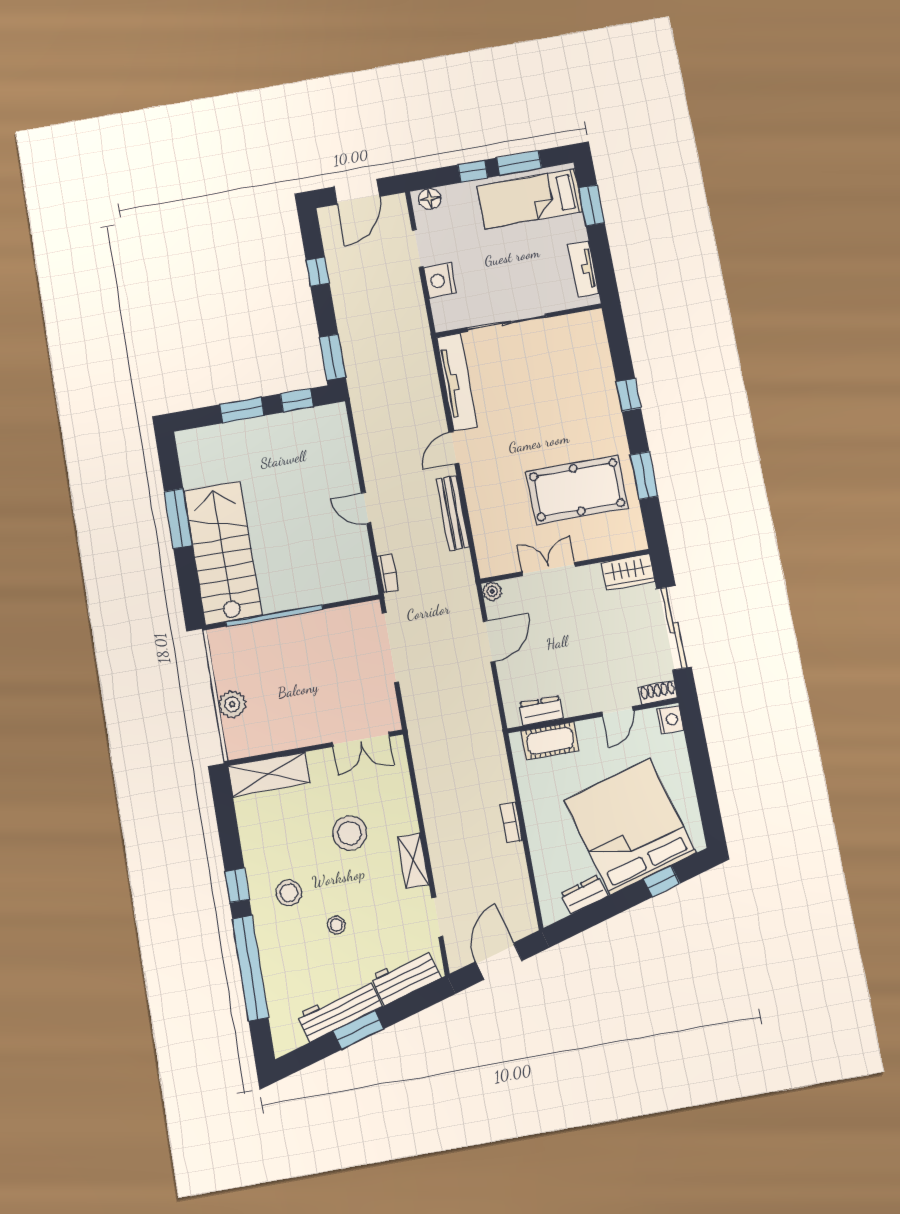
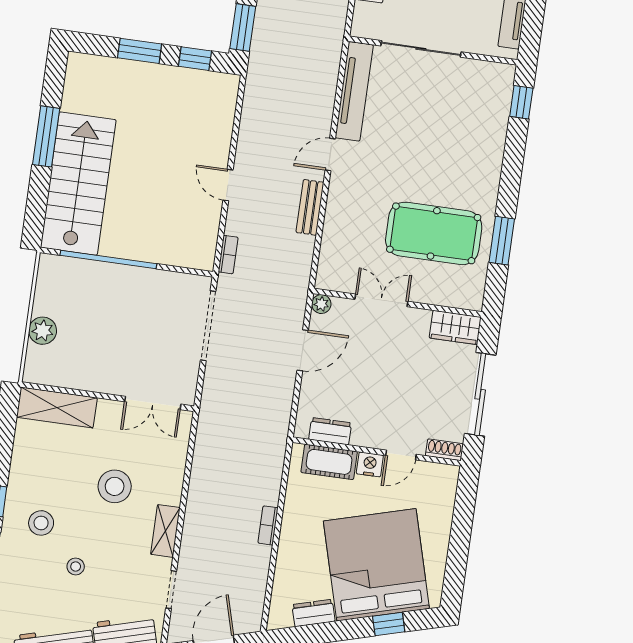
window: (629, 395) -> (521, 102), moved
bench: (453, 513) -> (310, 207), width x0.73
nightstand: (670, 720) -> (370, 464), moved, turned -90

